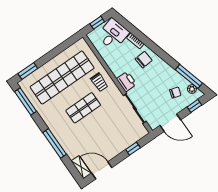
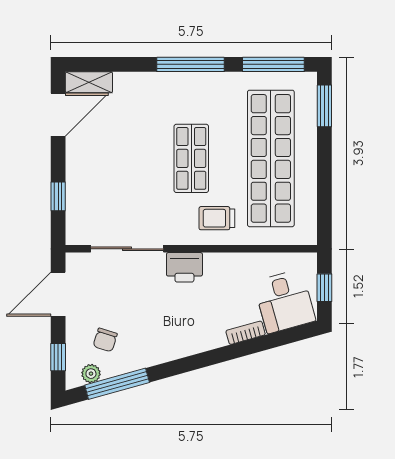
chair: (144, 60) -> (202, 324), removed
window: (55, 143) -> (191, 64), moved

